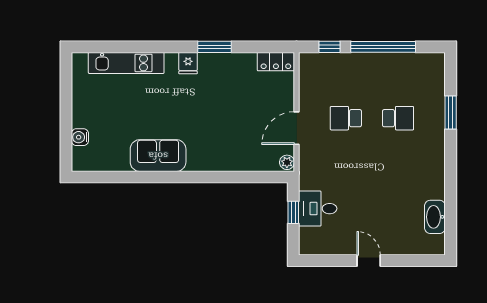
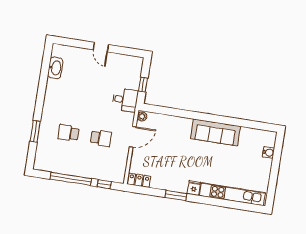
kitchen unit: (126, 63) -> (232, 194), width x1.36
sofa: (158, 156) -> (215, 132), width x1.36
desk: (318, 209) -> (125, 100), moved

